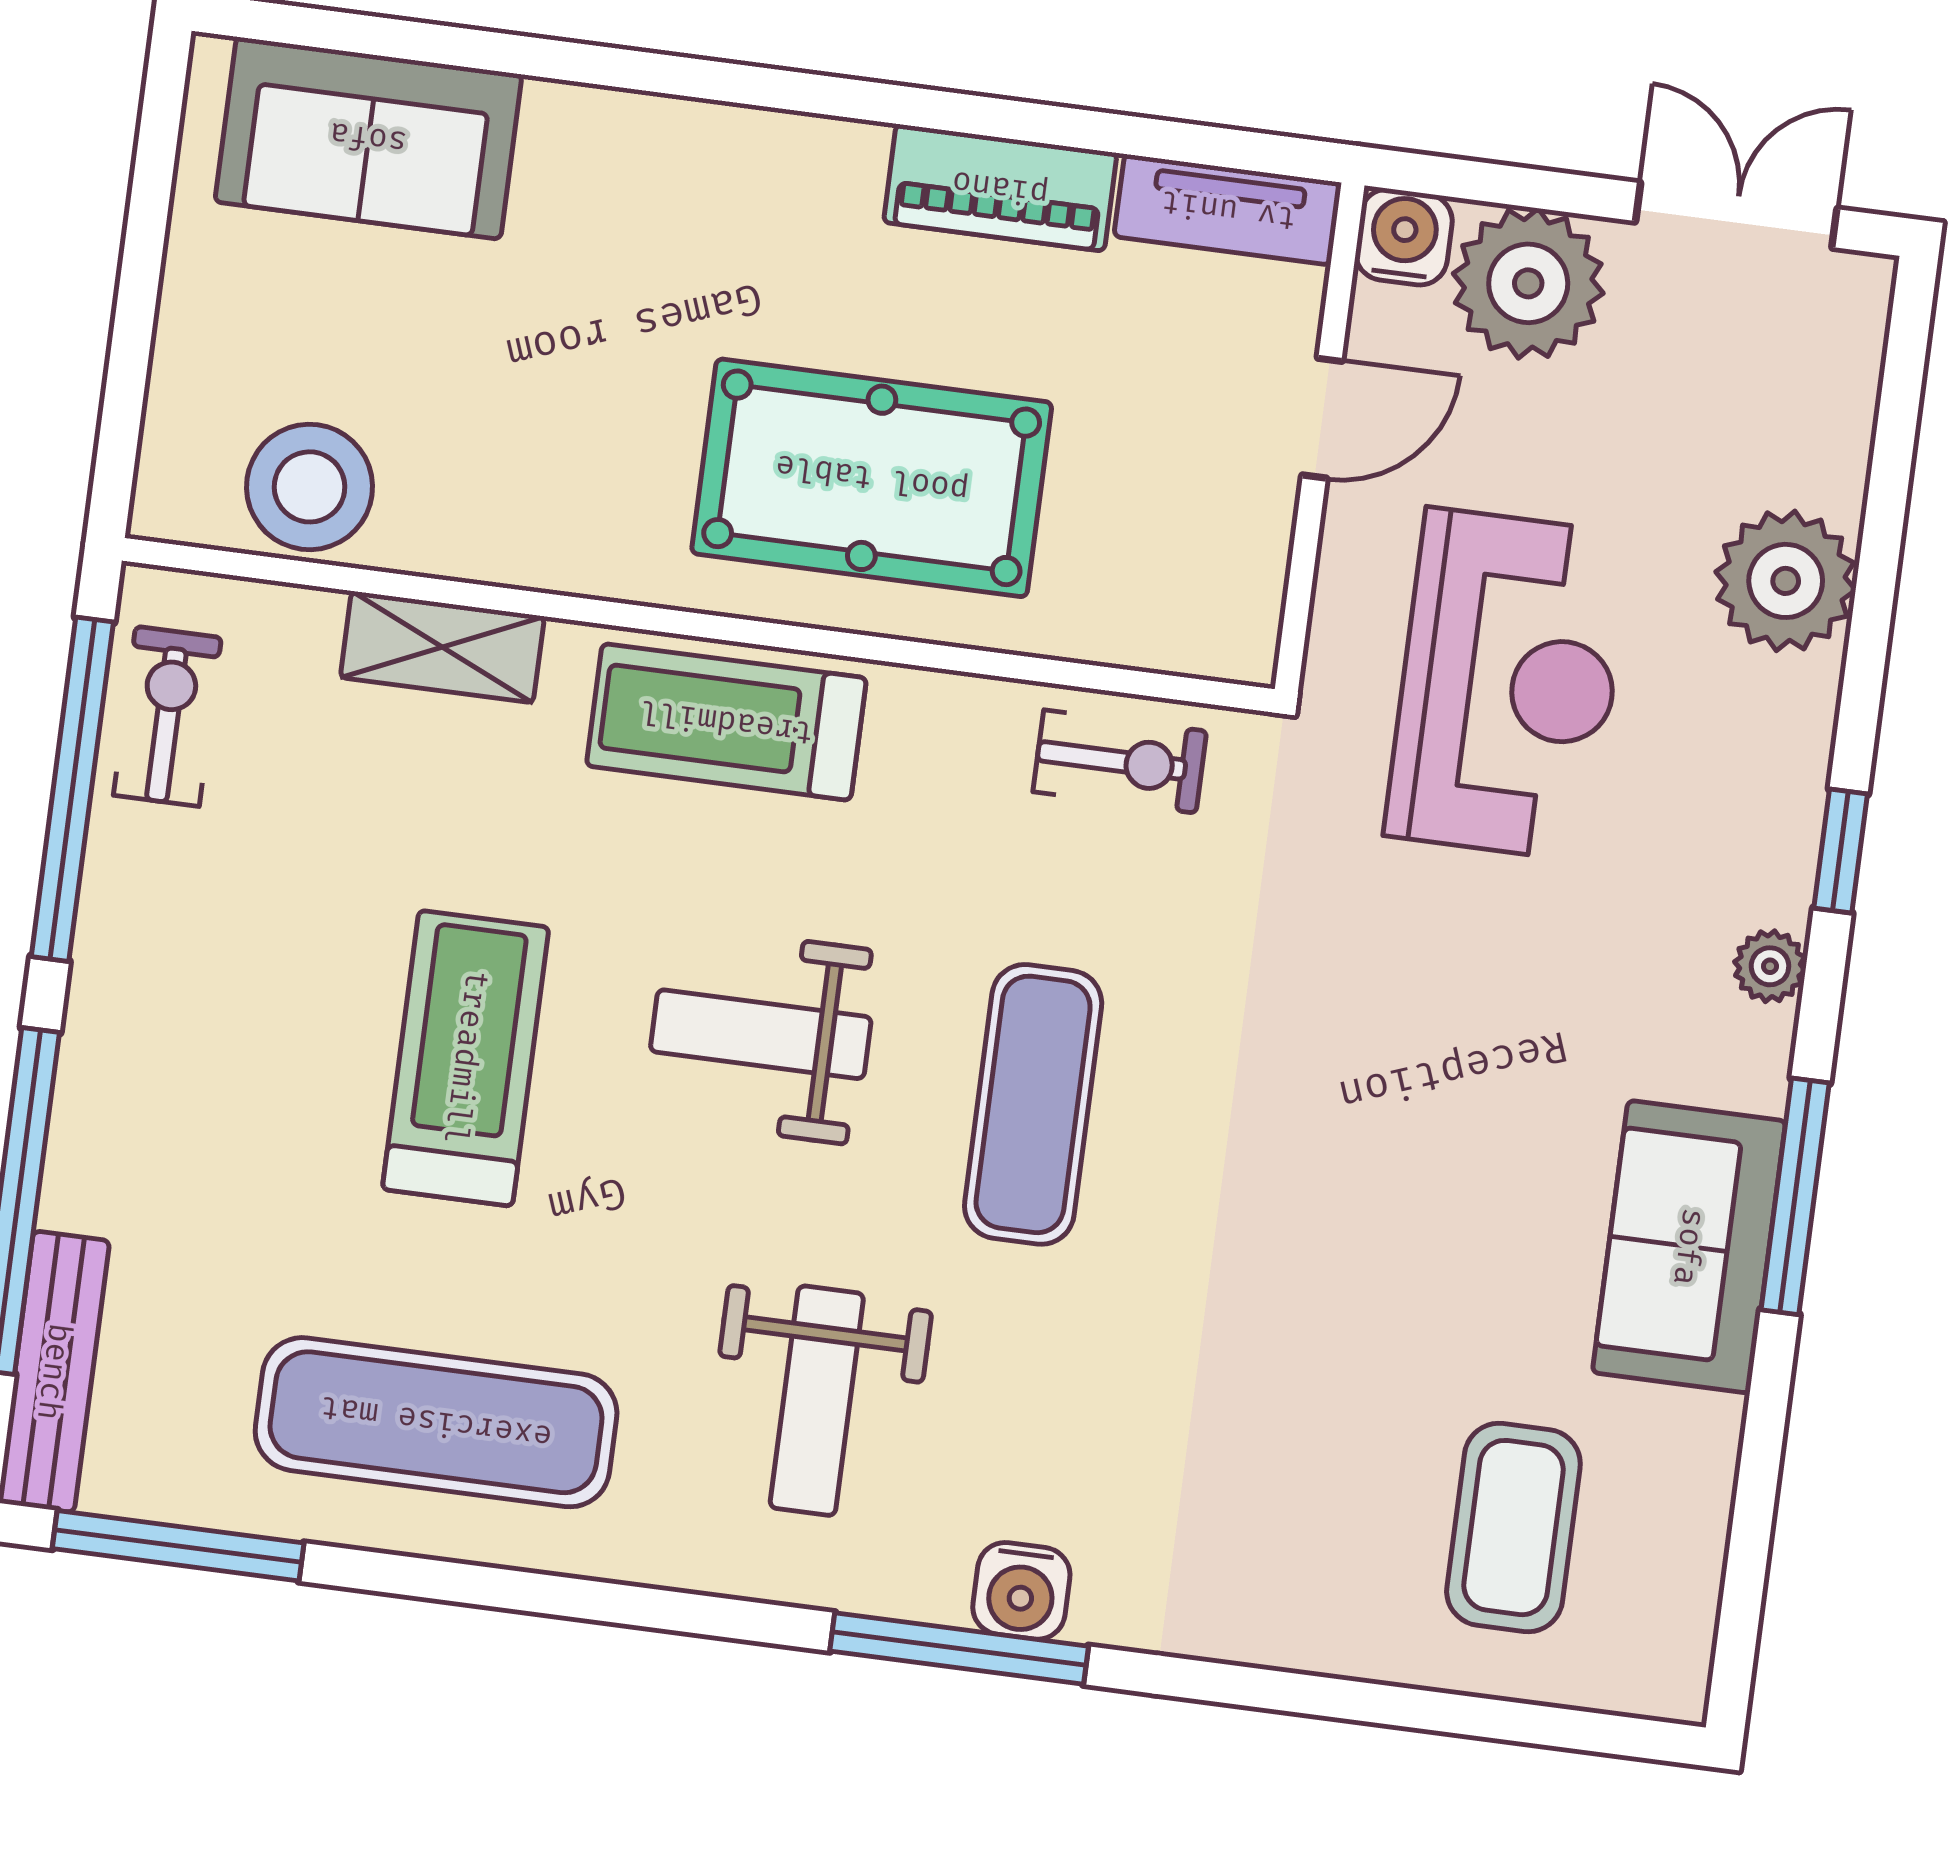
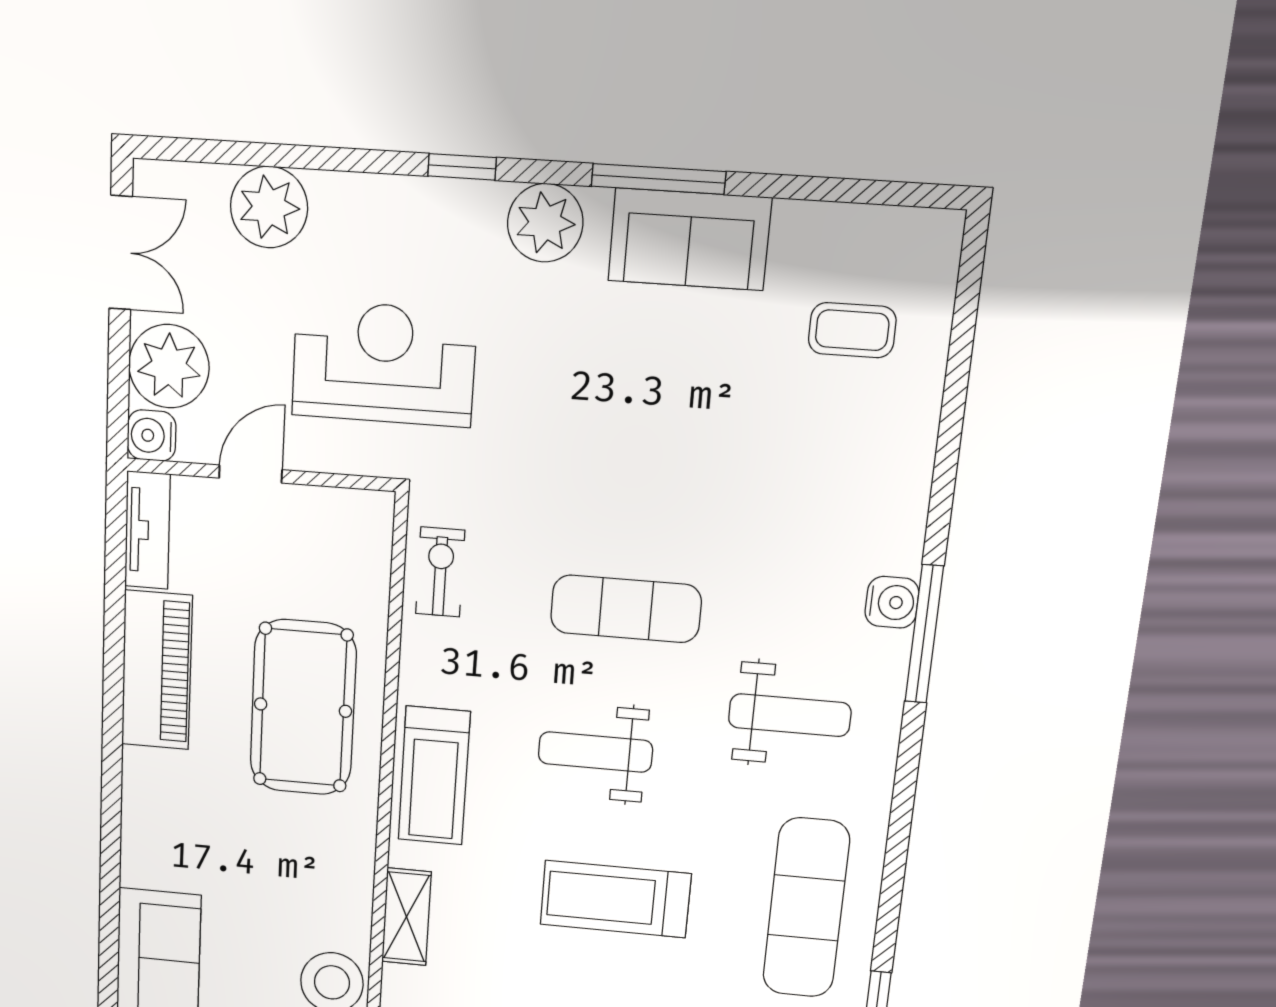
piano: (1000, 188) -> (157, 670), width x1.37, depth x1.33
double door: (1736, 215) -> (121, 253), swing flipped
door: (1322, 418) -> (251, 474), hinge flipped
plant: (1786, 581) -> (269, 207), moved
plant: (1770, 966) -> (545, 223), width x1.88, depth x1.88
weight bench: (761, 1034) -> (595, 752), turned 90
coffee table: (1513, 1528) -> (852, 330), width x0.73, depth x0.77

